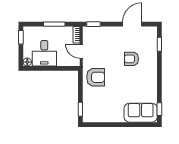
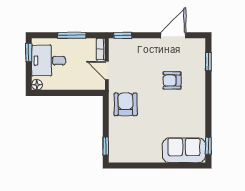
desk: (44, 53) -> (48, 61), moved, turned 90
armchair: (96, 77) -> (126, 104), turned -90

